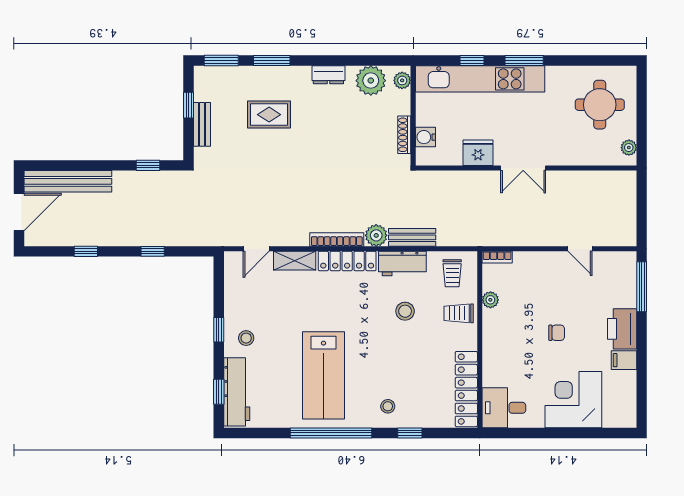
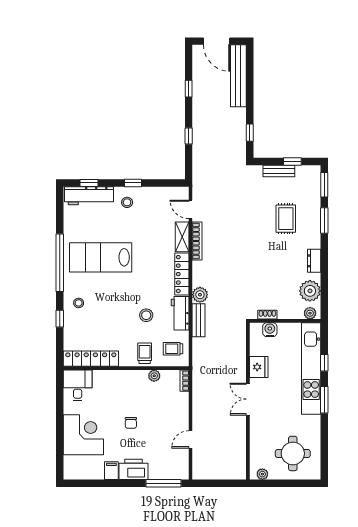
shoe rack: (404, 135) -> (267, 315), width x0.70
bookcase: (337, 239) -> (197, 241), moved

